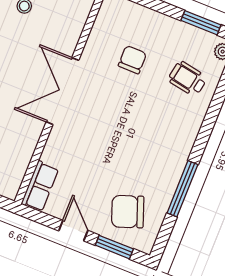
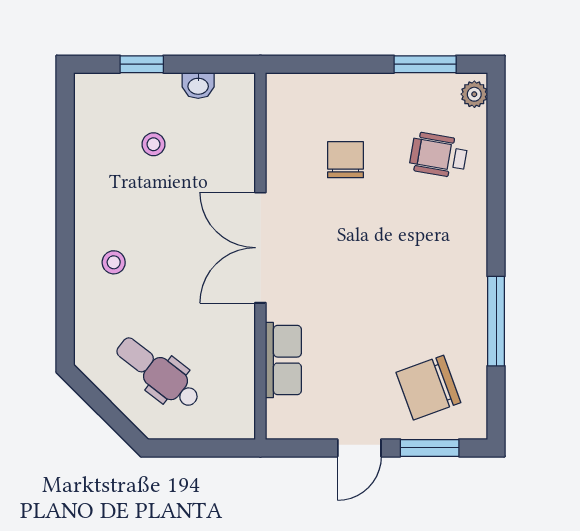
row of seats: (40, 186) -> (283, 360), moved
door: (73, 231) -> (359, 448), swing flipped

